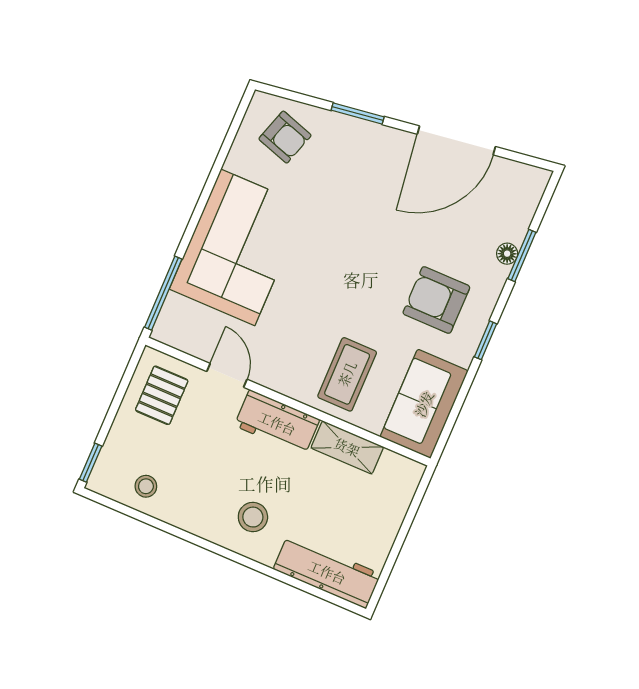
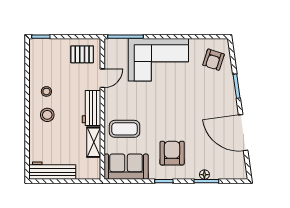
stool: (146, 486) -> (46, 91), moved
workbench: (327, 572) -> (52, 171), moved, turned -90

